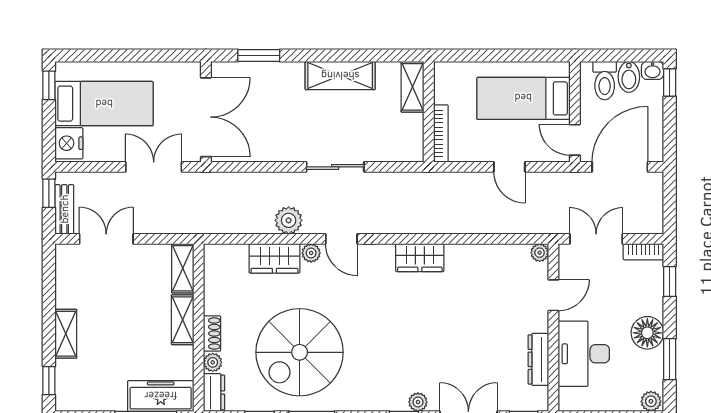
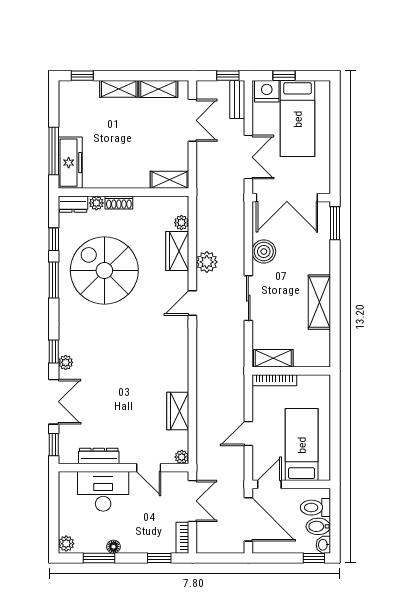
window: (259, 56) -> (335, 223), moved
window: (49, 85) -> (284, 76), moved
shelving: (413, 87) -> (273, 358), moved
boiler: (275, 147) -> (264, 252), added
bench: (64, 209) -> (237, 100), moved, turned 90
plant: (311, 253) -> (181, 223), moved
wardrobe: (420, 258) -> (178, 411), moved
shelving: (183, 320) -> (158, 89), moved
floor lamp: (647, 333) -> (114, 547), width x0.53, depth x0.53

